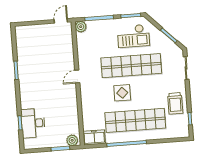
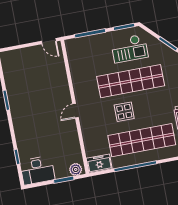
door: (61, 21) -> (49, 41), swing flipped
plant: (81, 27) -> (71, 45), removed
door: (77, 77) -> (75, 111), moved
desk: (33, 123) -> (37, 170), moved, turned -90

